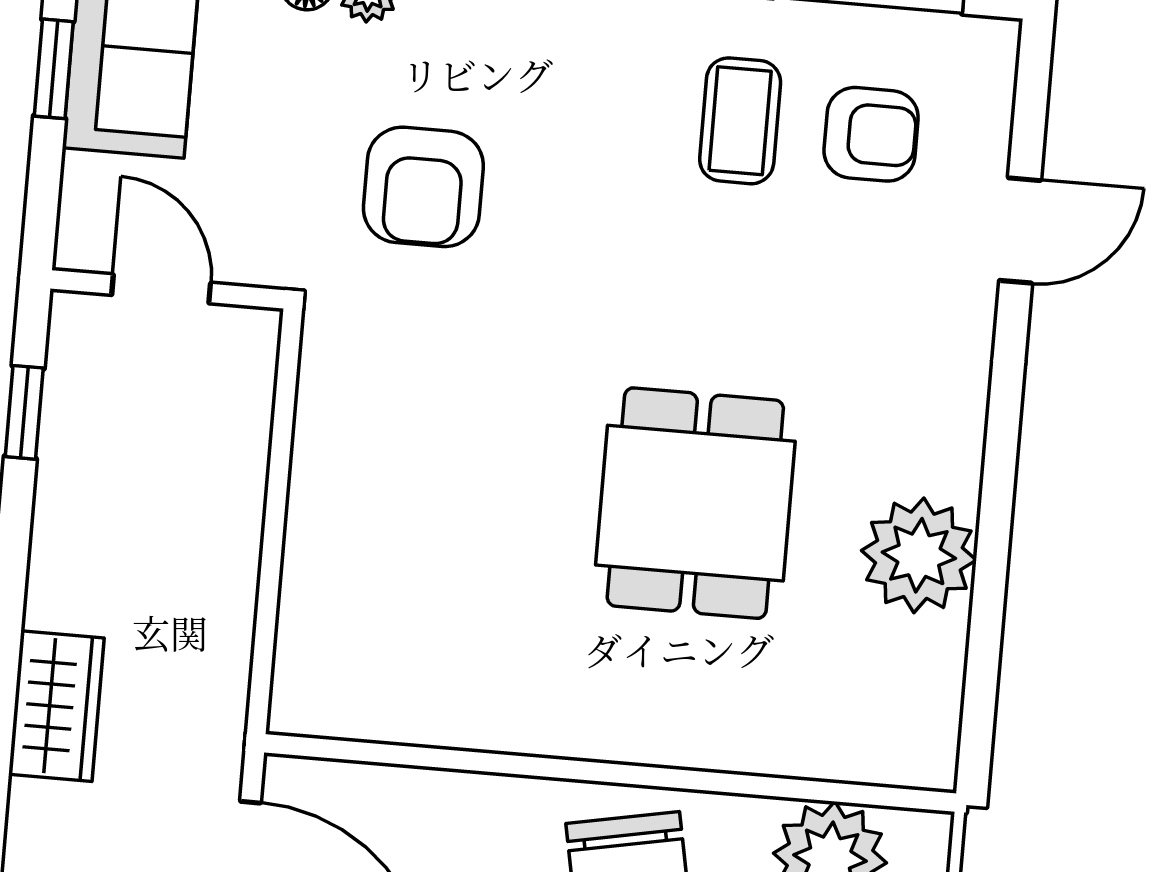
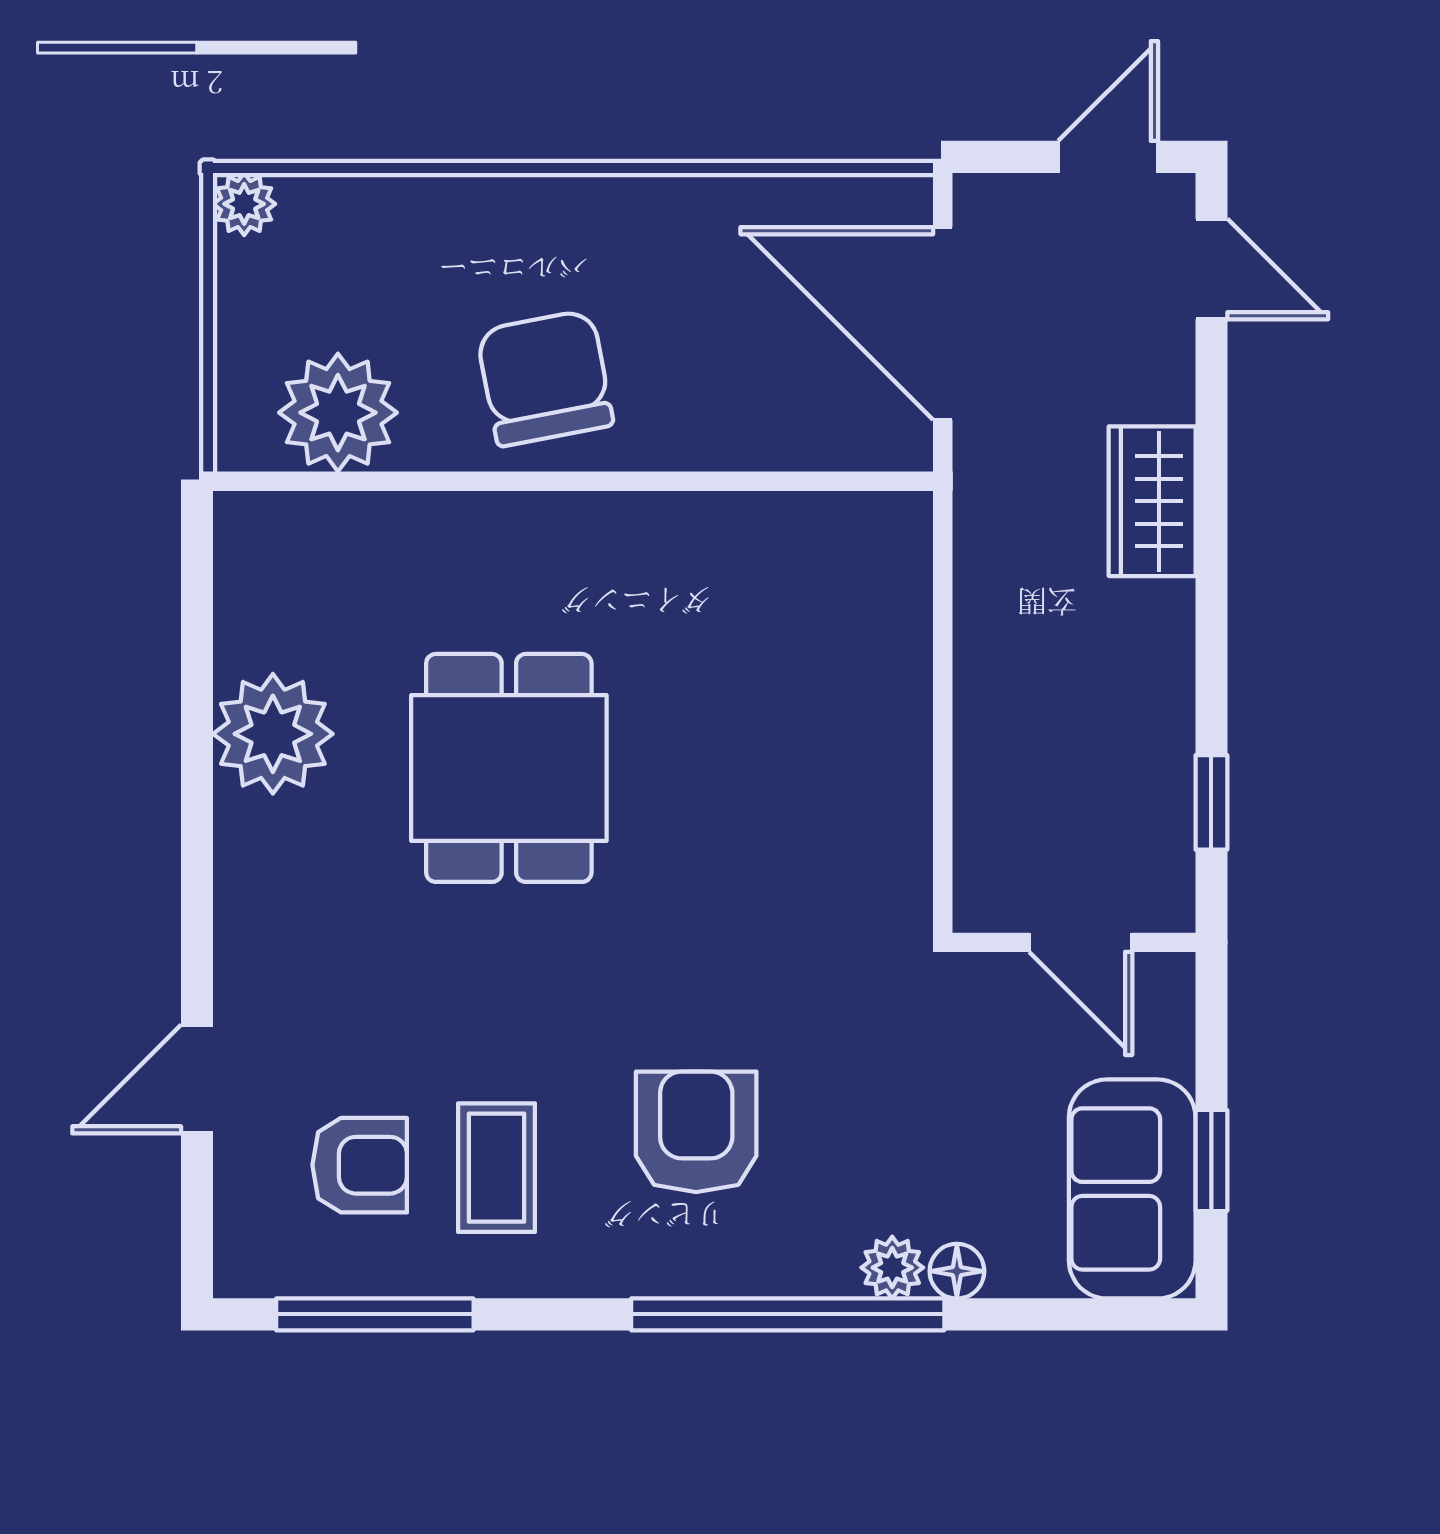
armchair: (871, 134) -> (360, 1165), turned 180
armchair: (423, 187) -> (696, 1132), moved

